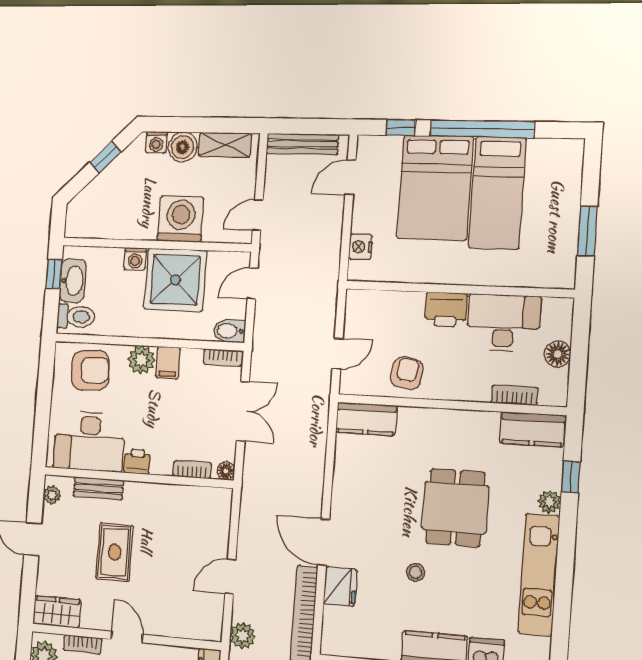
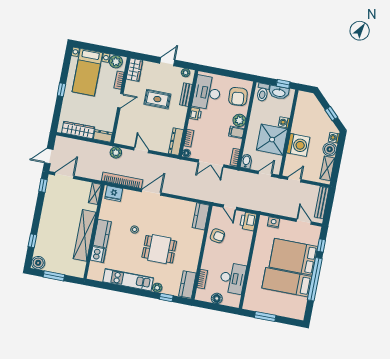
door: (258, 215) -> (294, 180), hinge flipped
door: (253, 283) -> (265, 174), hinge flipped
printer: (446, 310) -> (248, 221), moved
dresser: (203, 498) -> (176, 142), added
fridge: (340, 587) -> (114, 194), moved

